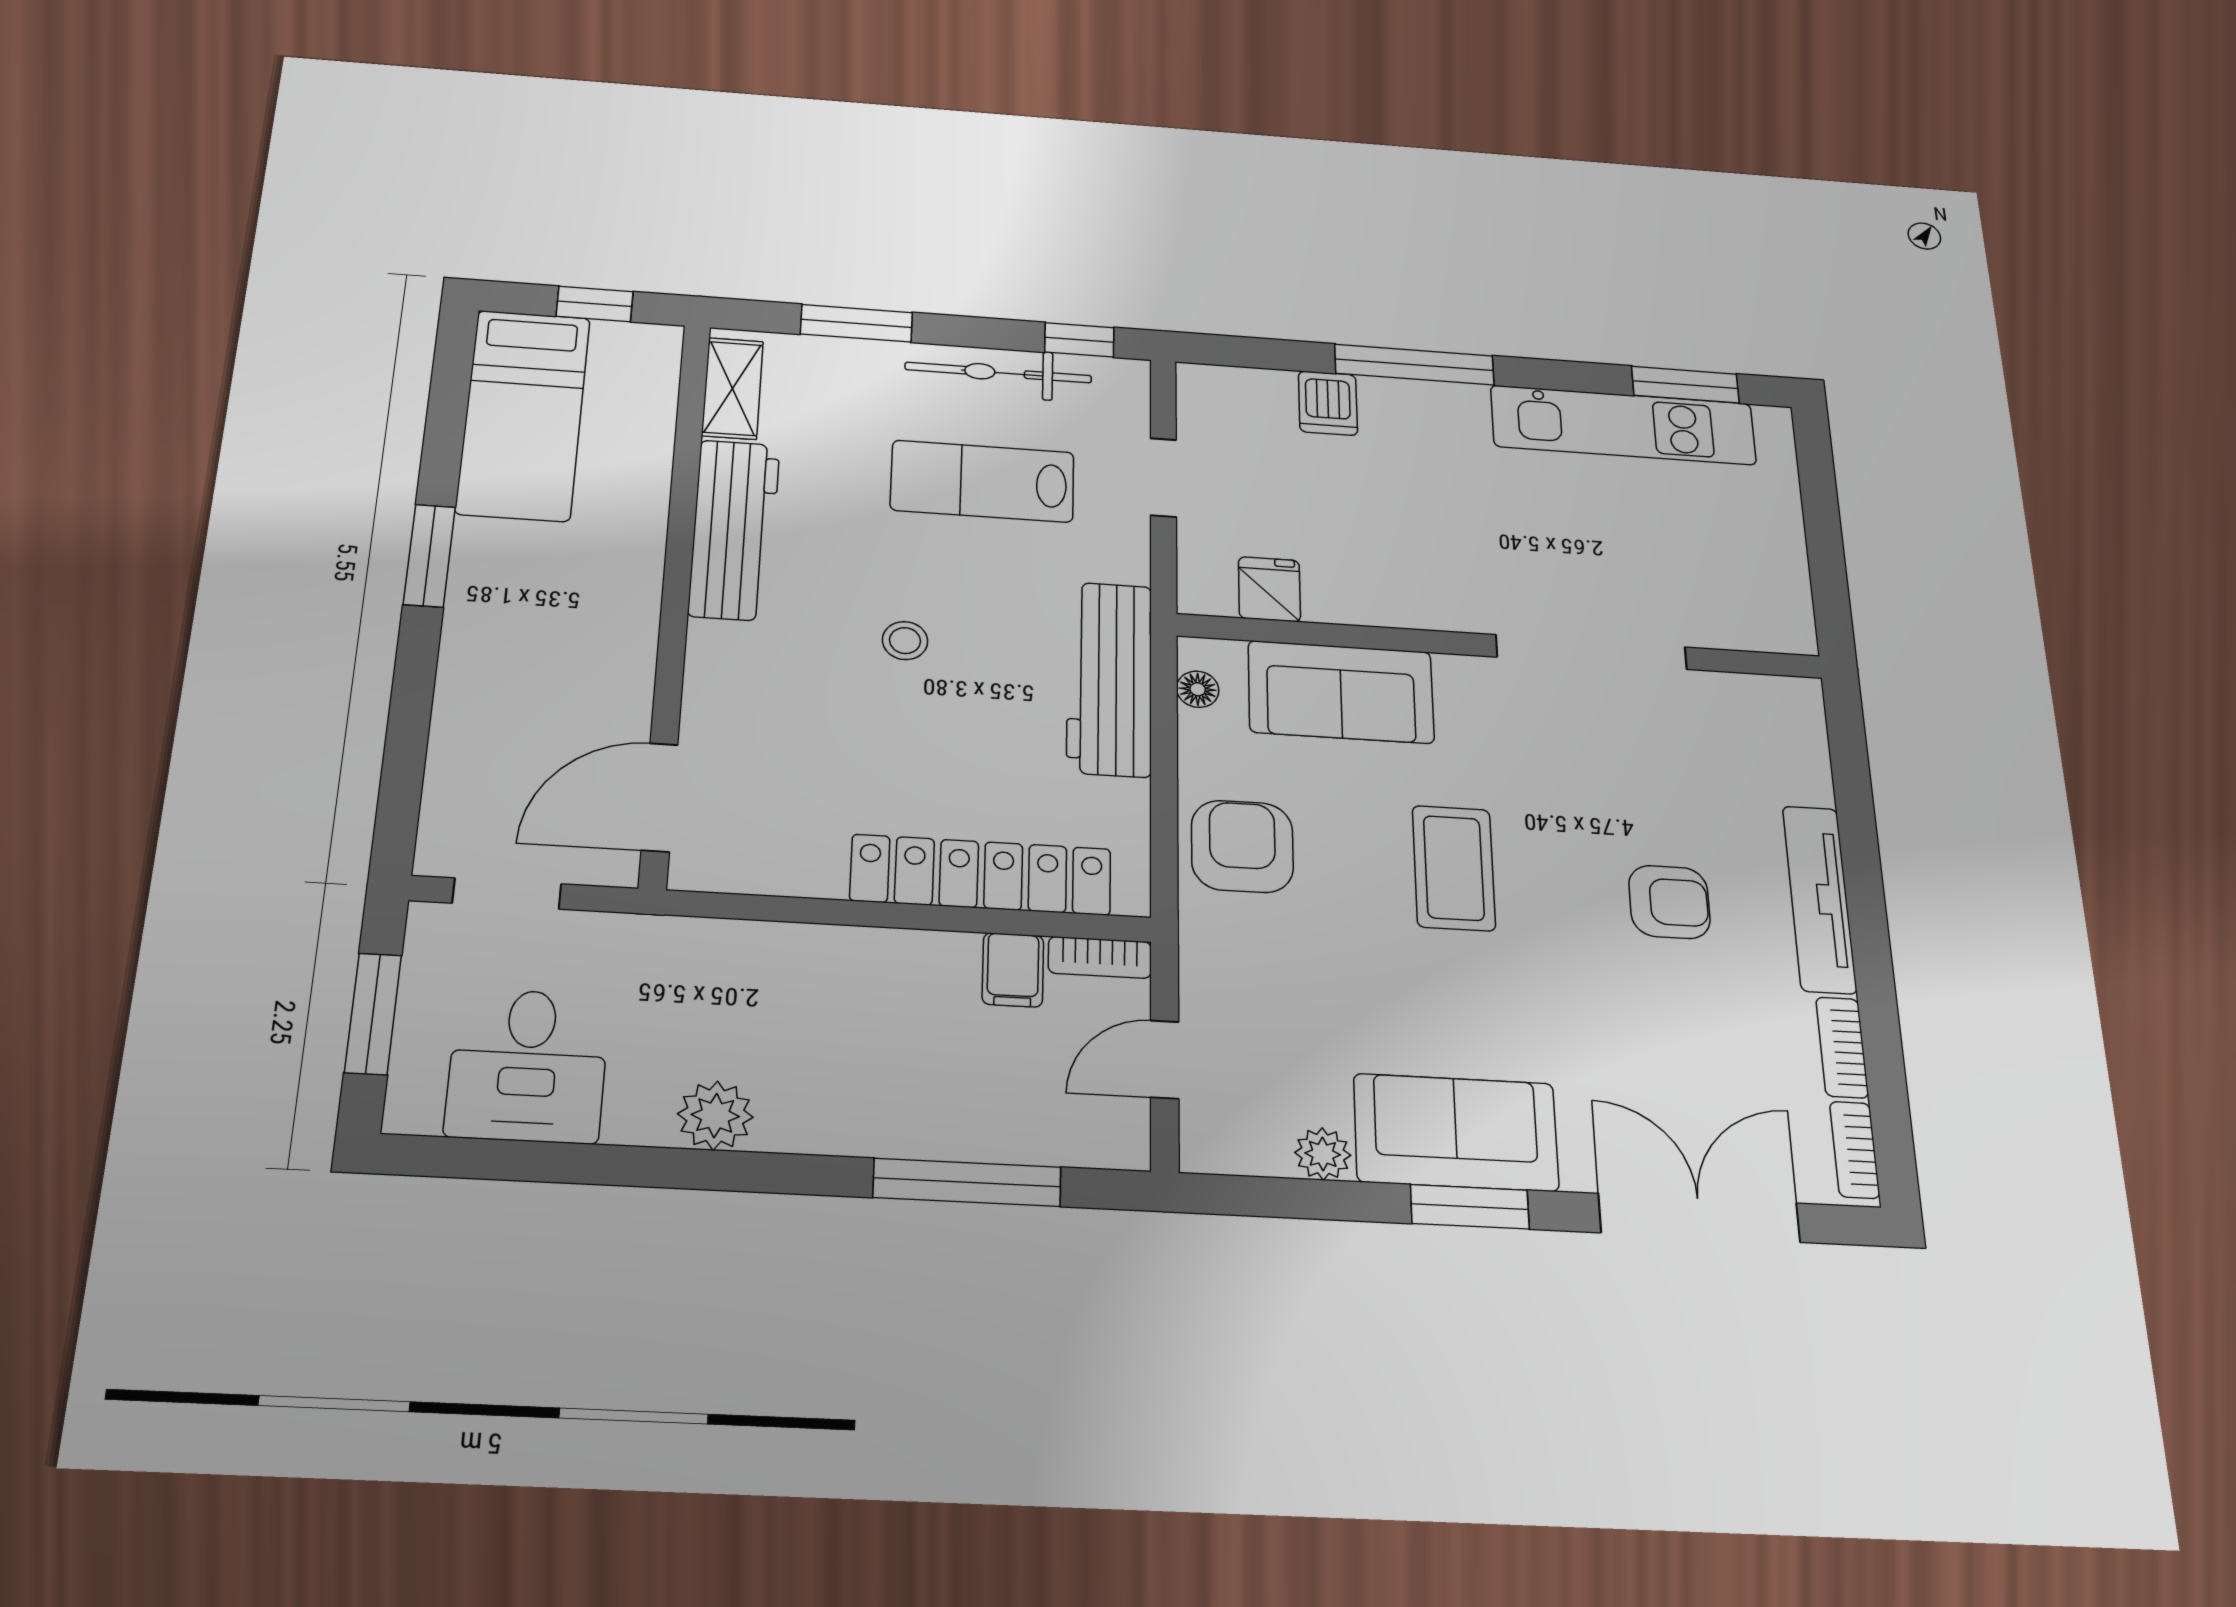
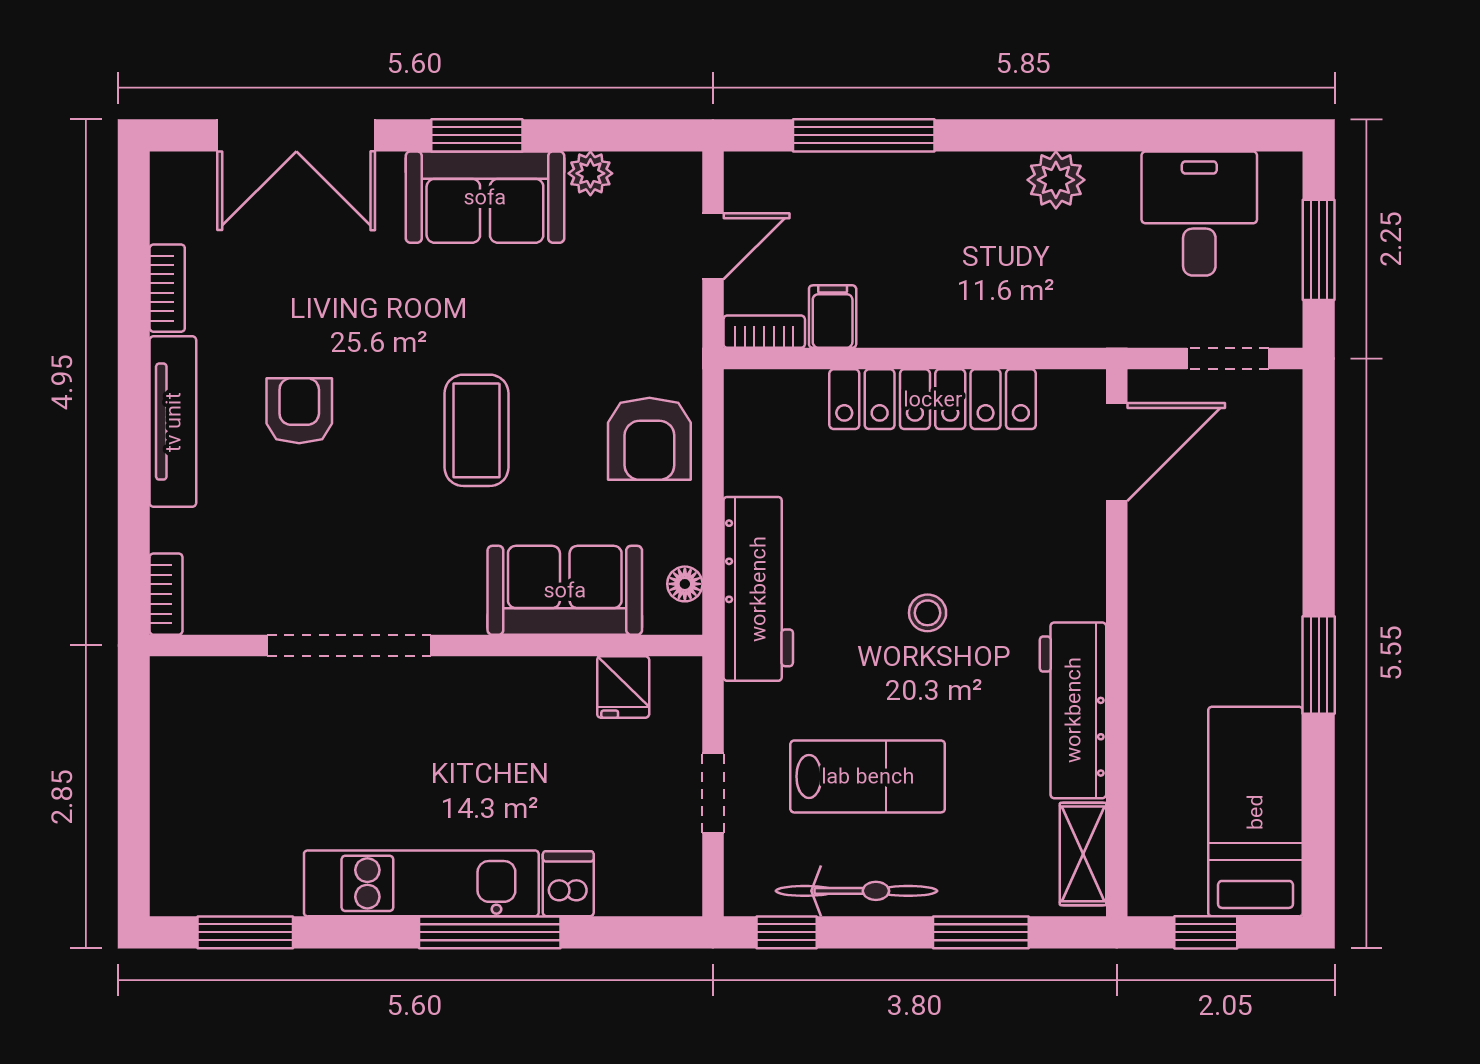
kitchen unit: (1623, 425) -> (421, 883), moved
locker: (981, 875) -> (933, 399), moved
armchair: (1669, 902) -> (299, 411), turned 90
bookcase: (1855, 1150) -> (166, 594), moved

